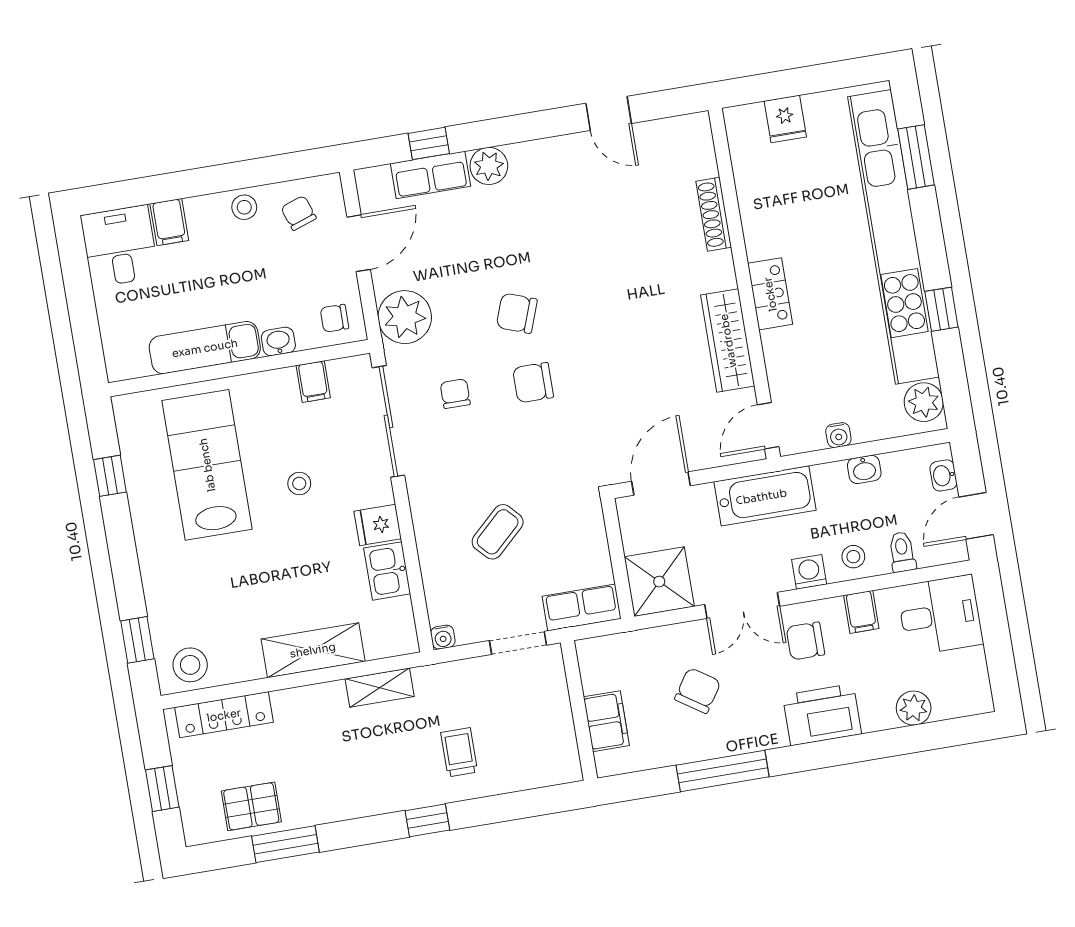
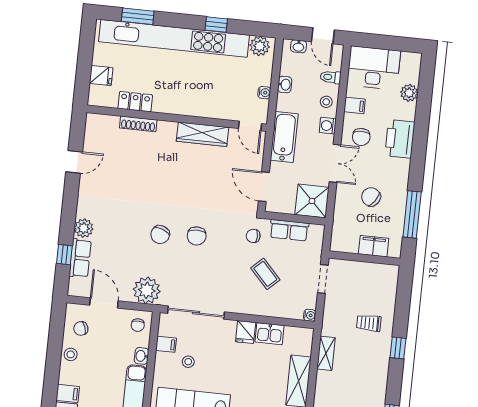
locker: (770, 294) -> (135, 102), moved
chair: (455, 394) -> (253, 236), moved
stool: (299, 483) -> (188, 362), moved
row of seats: (582, 607) -> (289, 230), moved, turned -90
desk: (940, 615) -> (374, 68), width x1.37
window: (723, 771) -> (412, 214), moved

